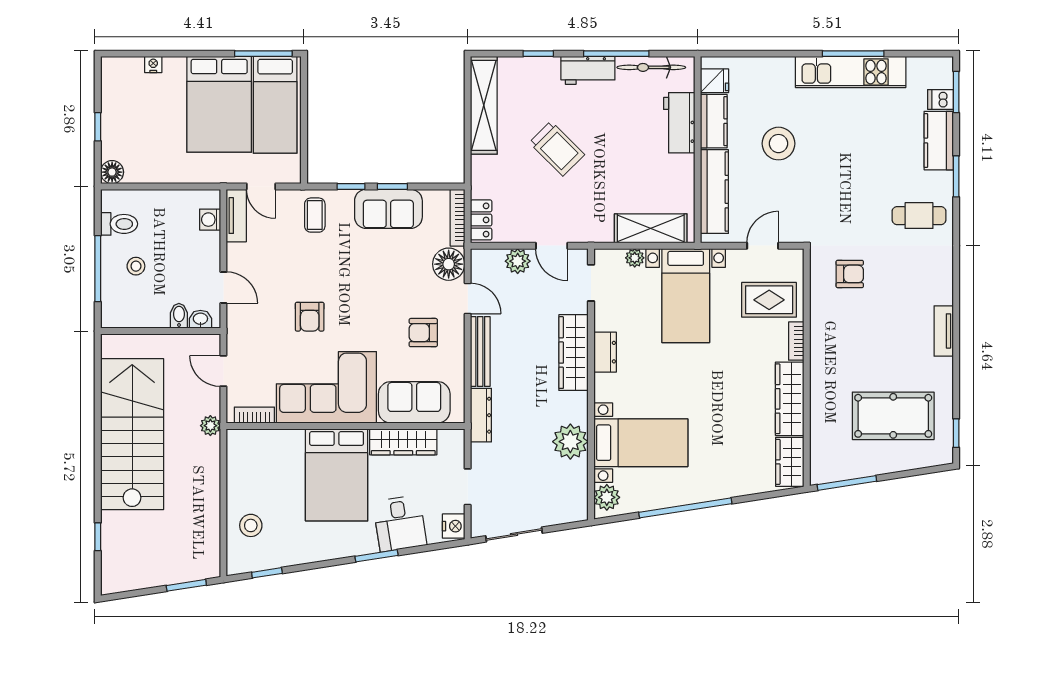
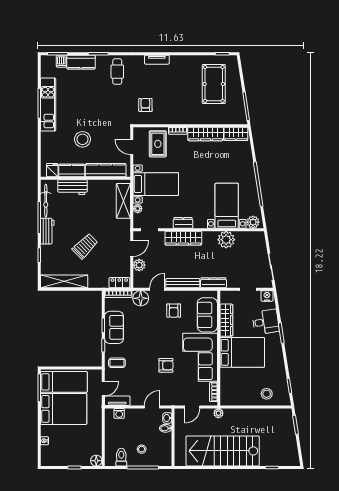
tv unit: (944, 331) -> (157, 60), moved

